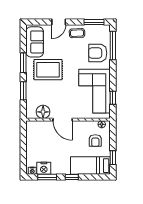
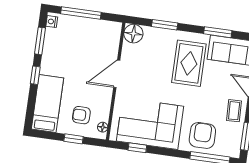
window: (23, 63) -> (218, 32), moved
floor lamp: (43, 112) -> (133, 34), moved
window: (23, 151) -> (81, 13), added
window: (113, 158) -> (74, 139), moved
nightstand: (44, 168) -> (53, 38), removed

